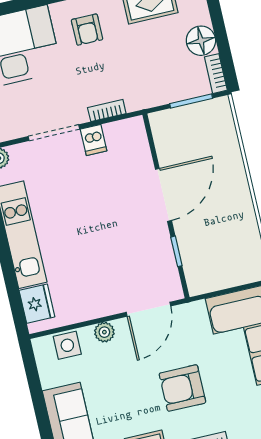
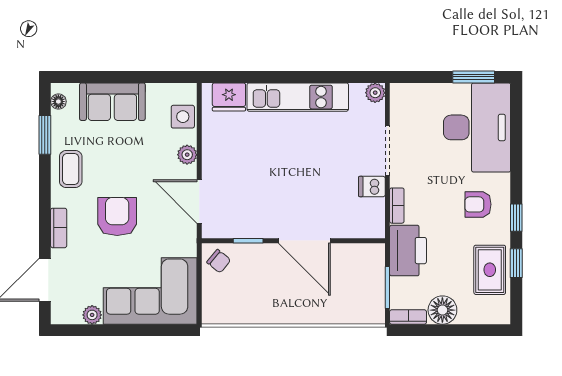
printer: (149, 89) -> (408, 251), added
chair: (204, 276) -> (219, 261), added

